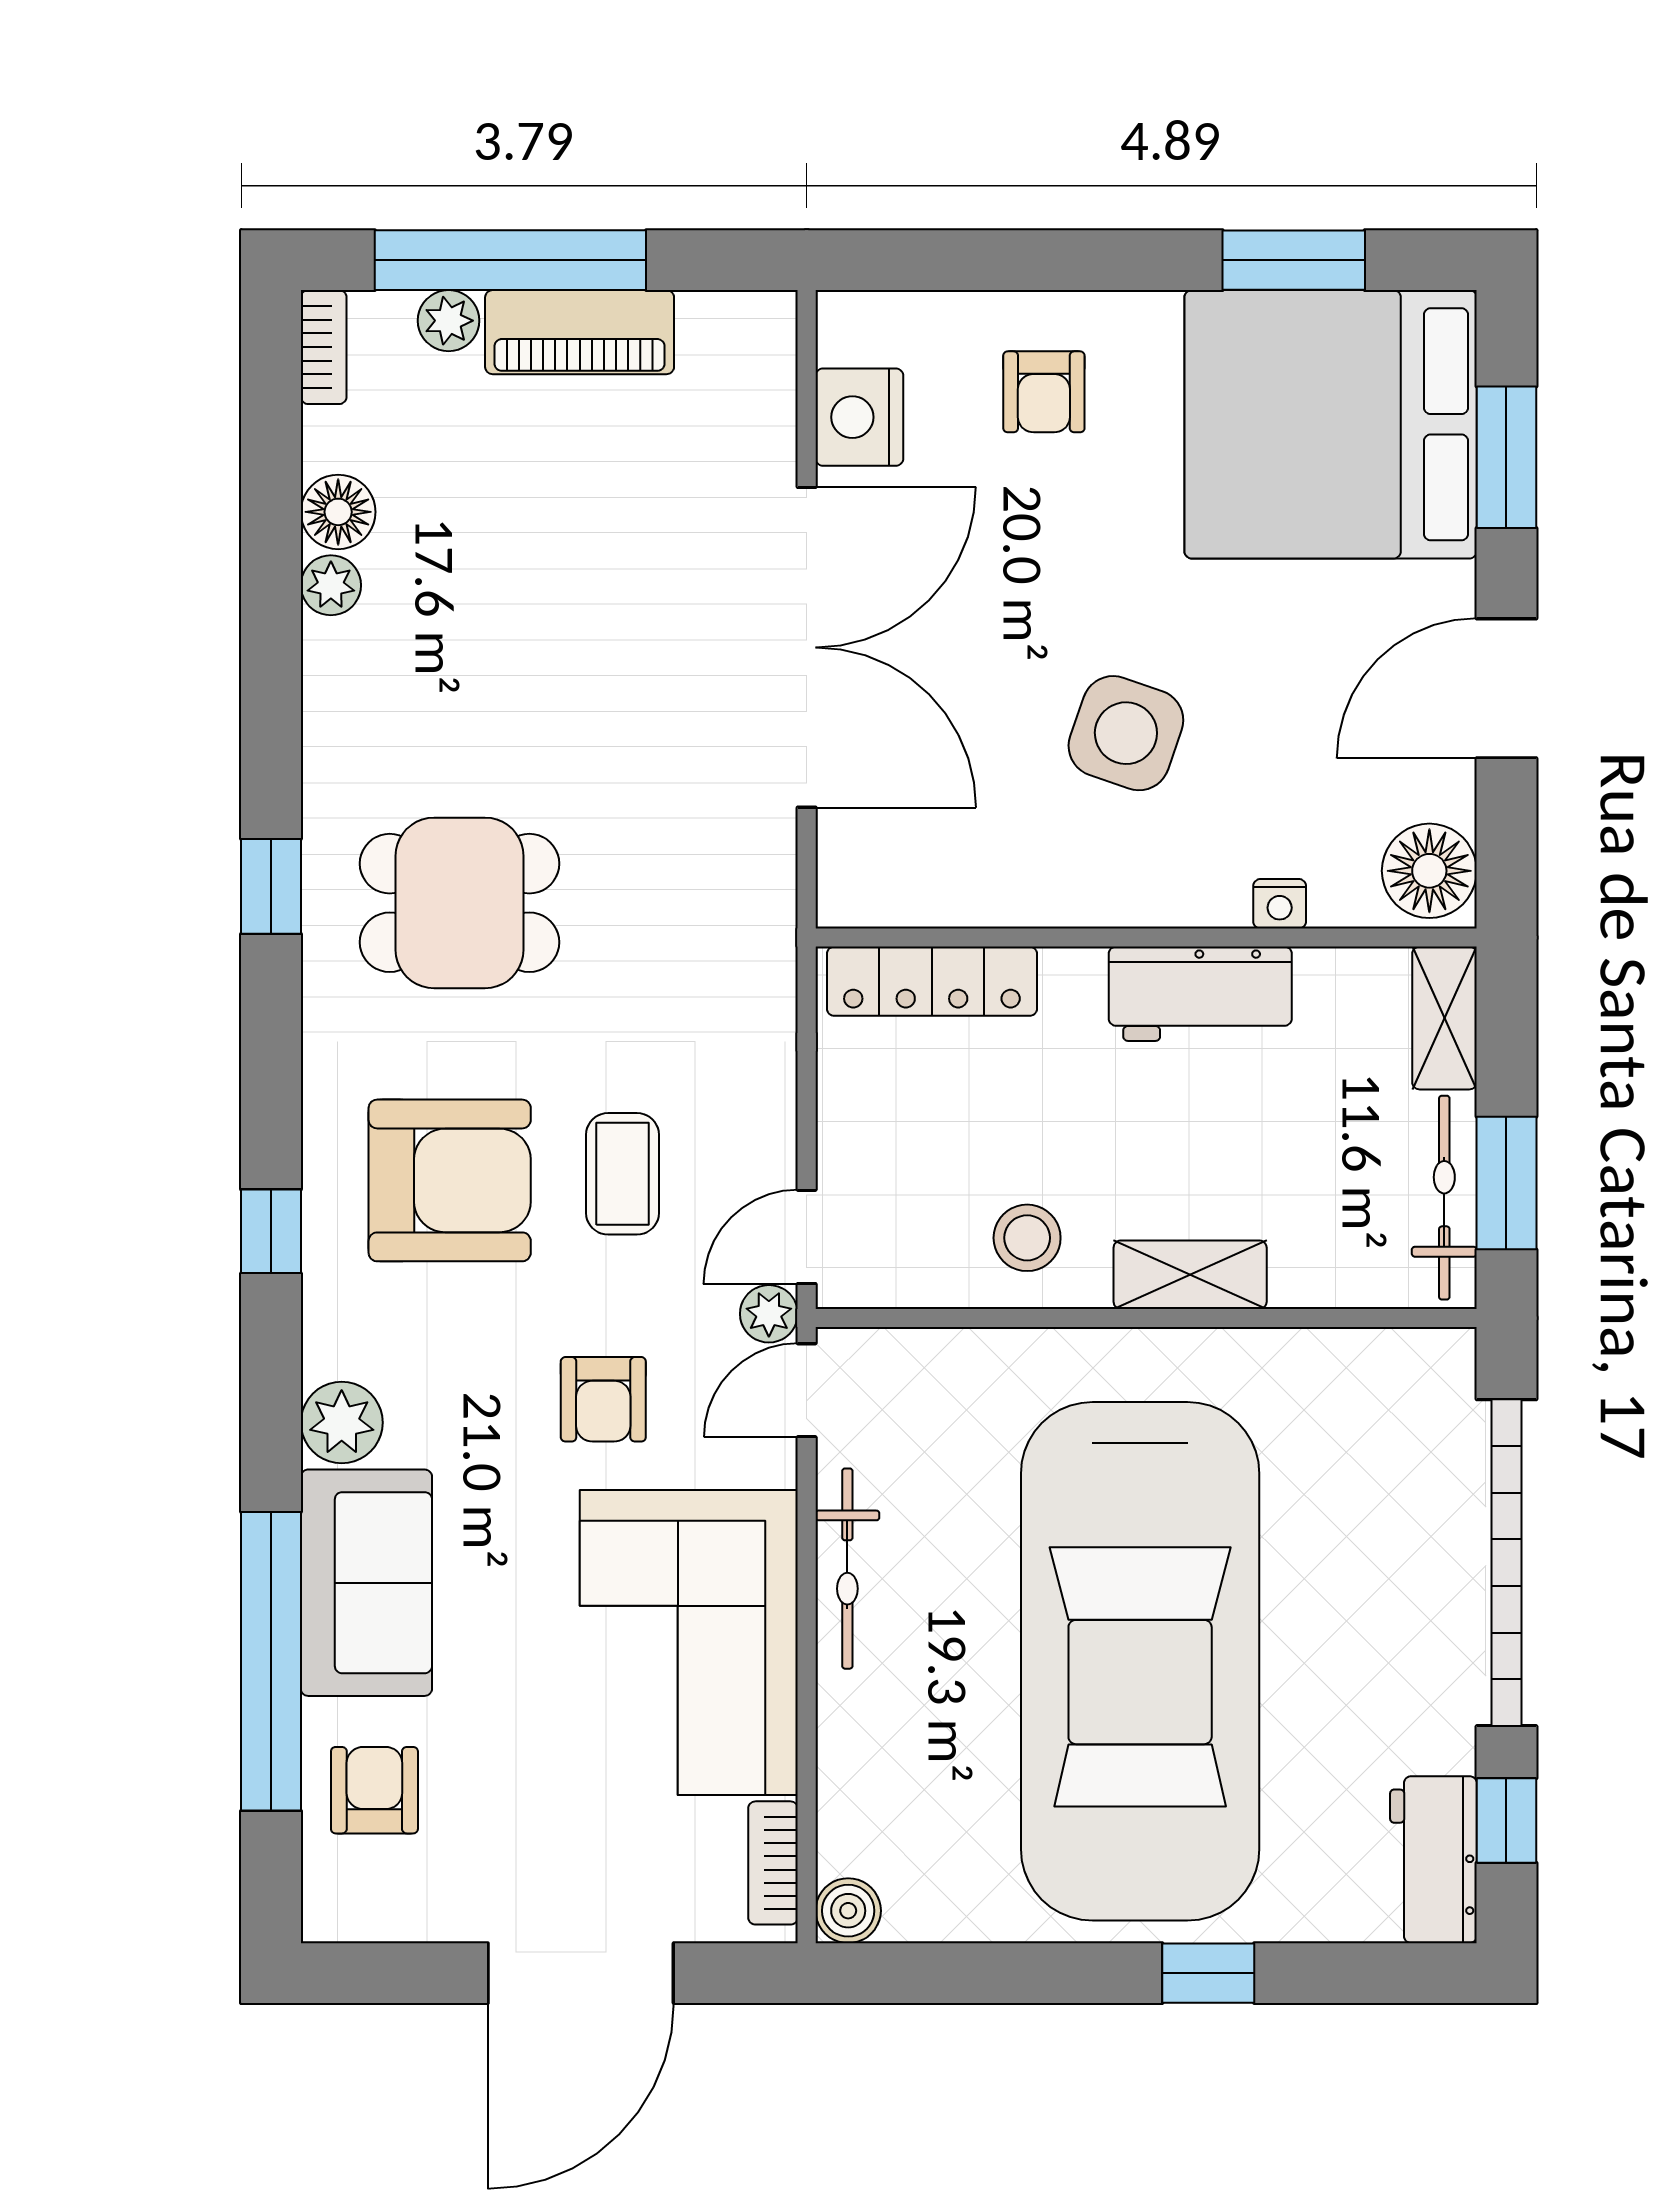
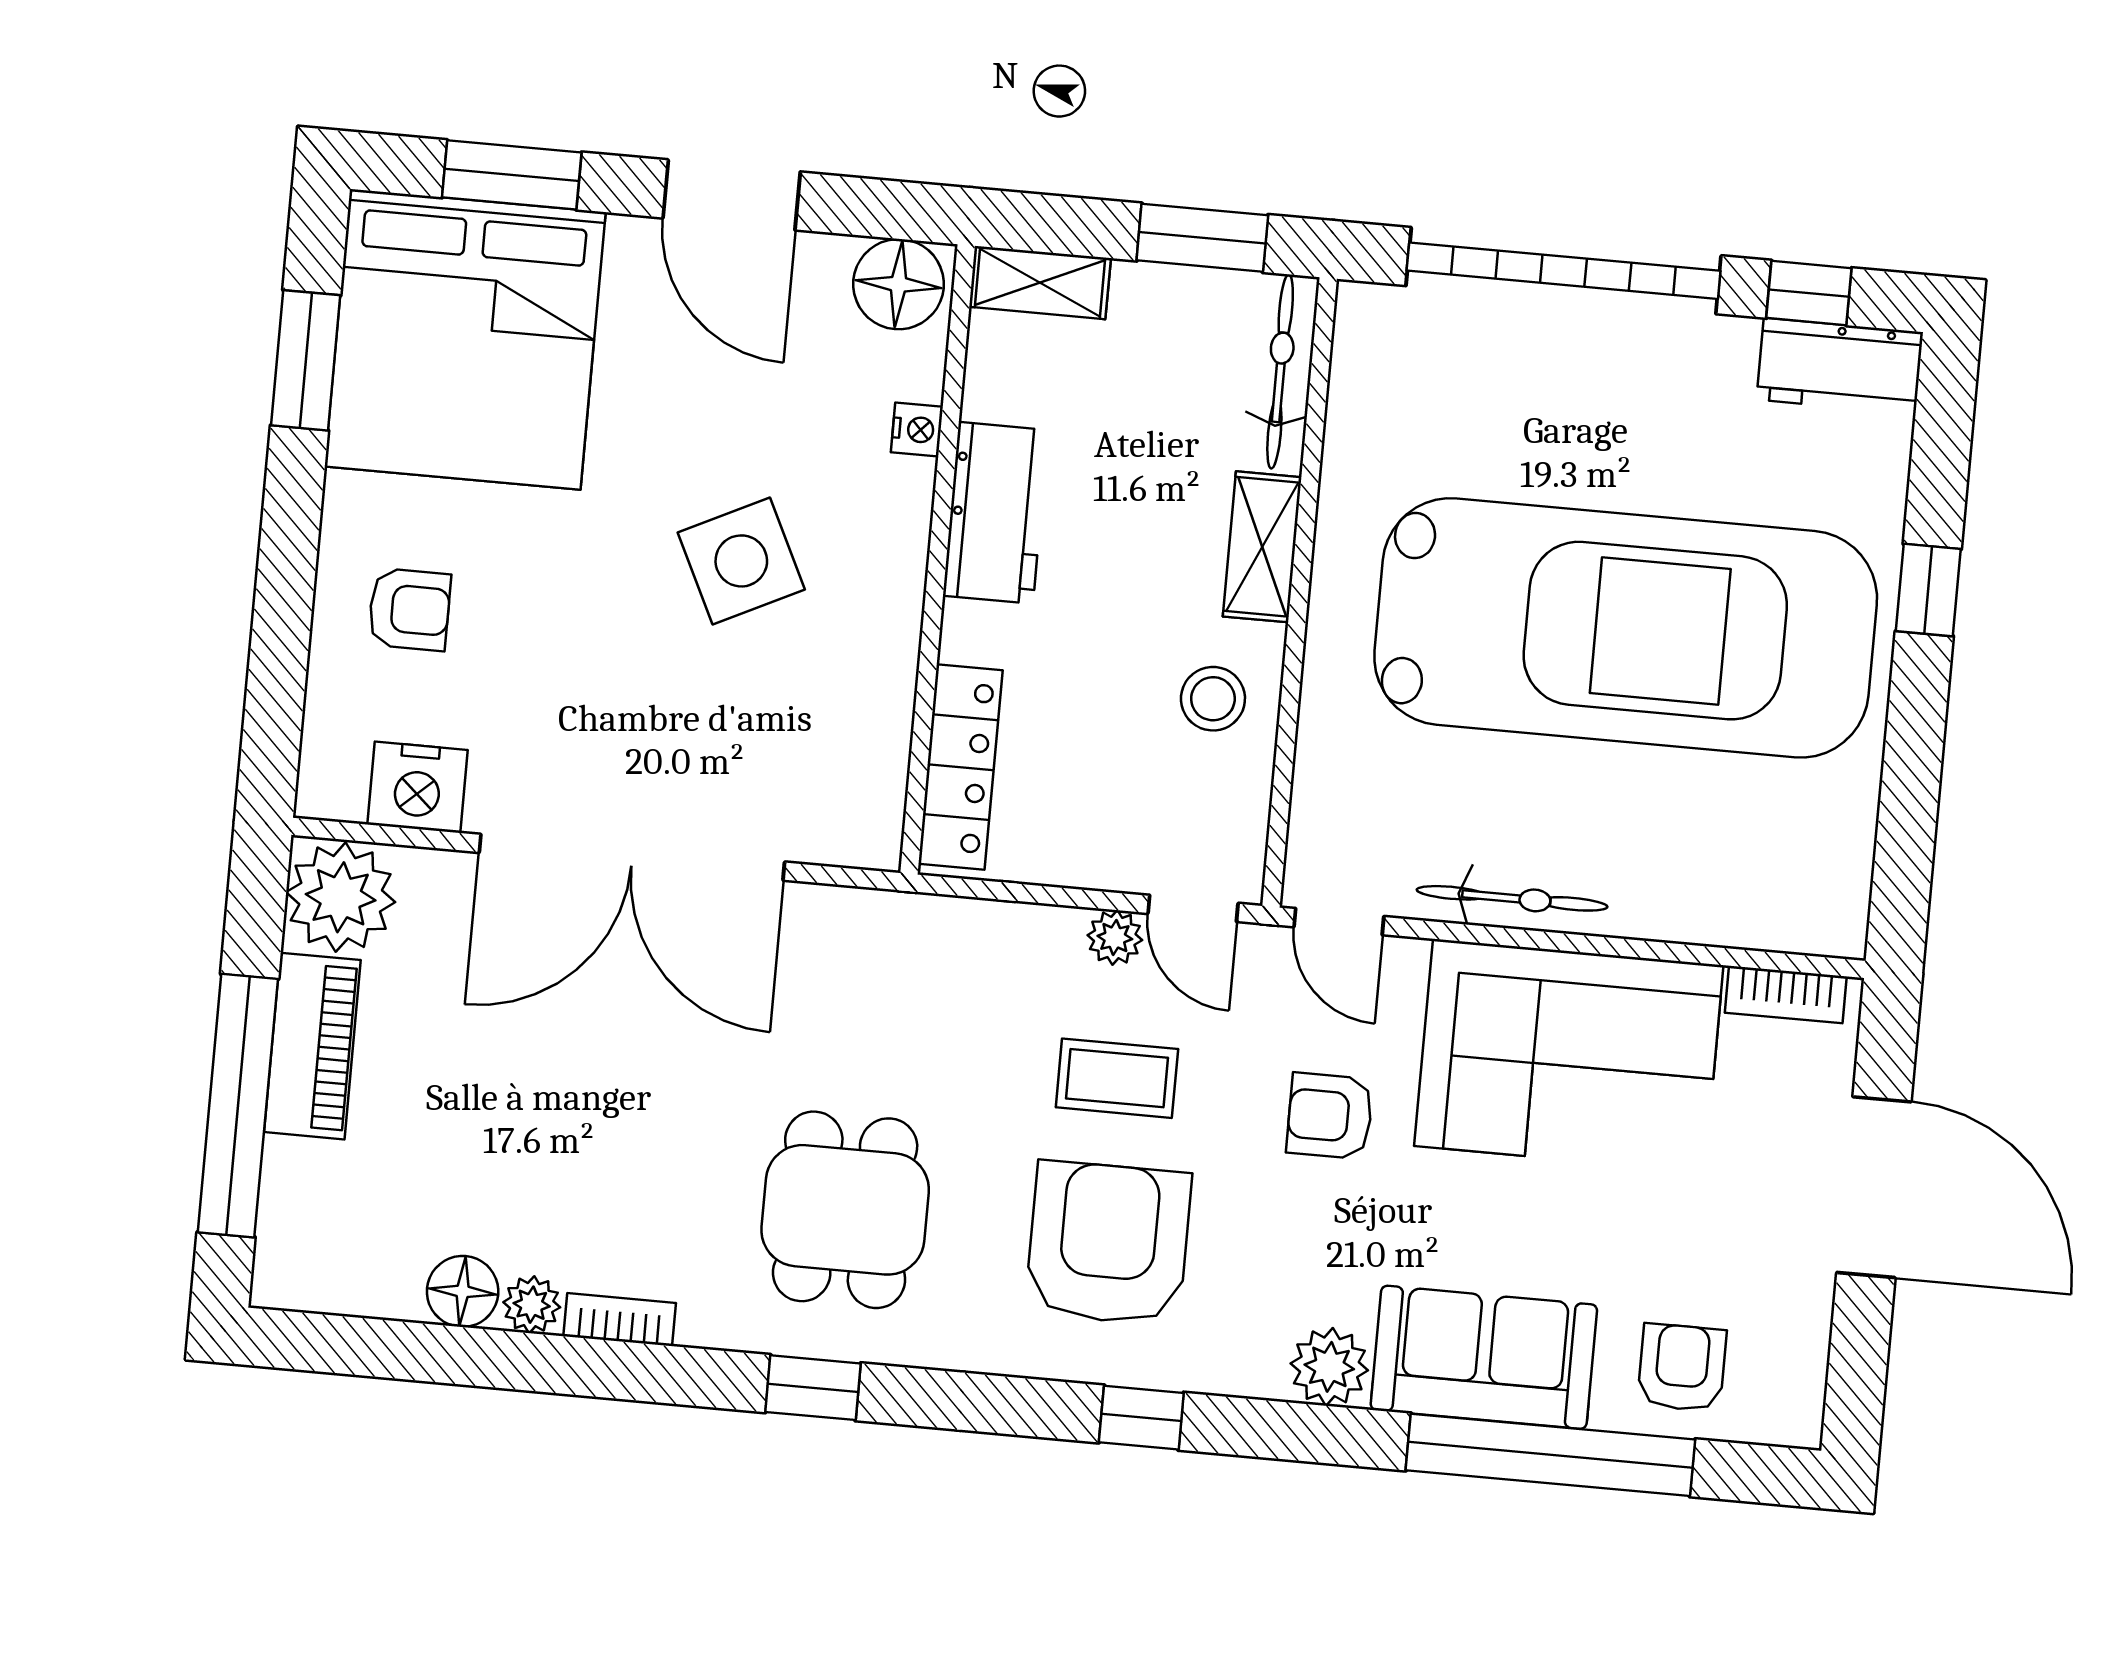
plant: (449, 321) -> (341, 897), moved, width x1.88, depth x1.88
bookcase: (324, 347) -> (620, 1320), moved
double door: (807, 647) -> (632, 857), swing flipped
side table: (1126, 733) -> (741, 561), turned 45
bicycle: (1444, 1198) -> (1280, 371), moved, turned 90
plant: (769, 1314) -> (1115, 938), moved
armchair: (603, 1399) -> (1330, 1116), turned 180
armchair: (374, 1790) -> (1682, 1368), turned 90
boiler: (848, 1911) -> (1838, 927), removed

